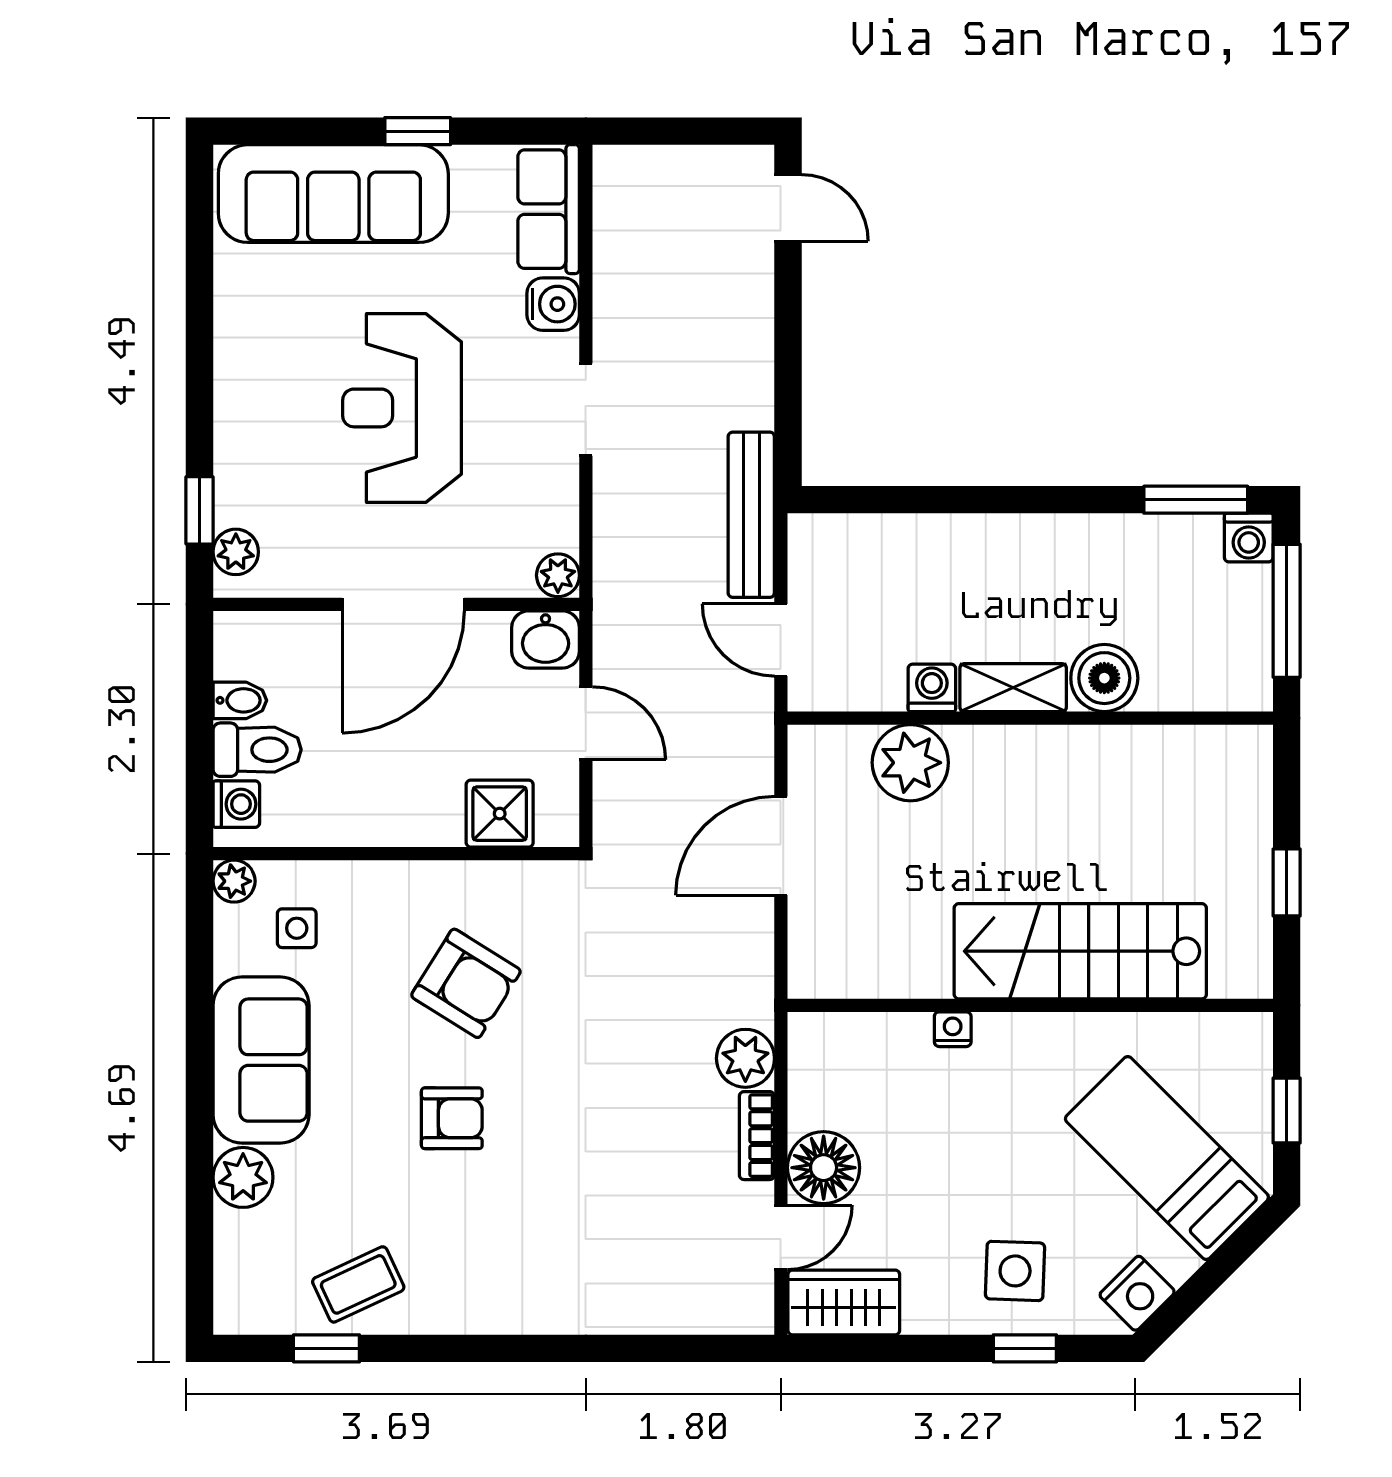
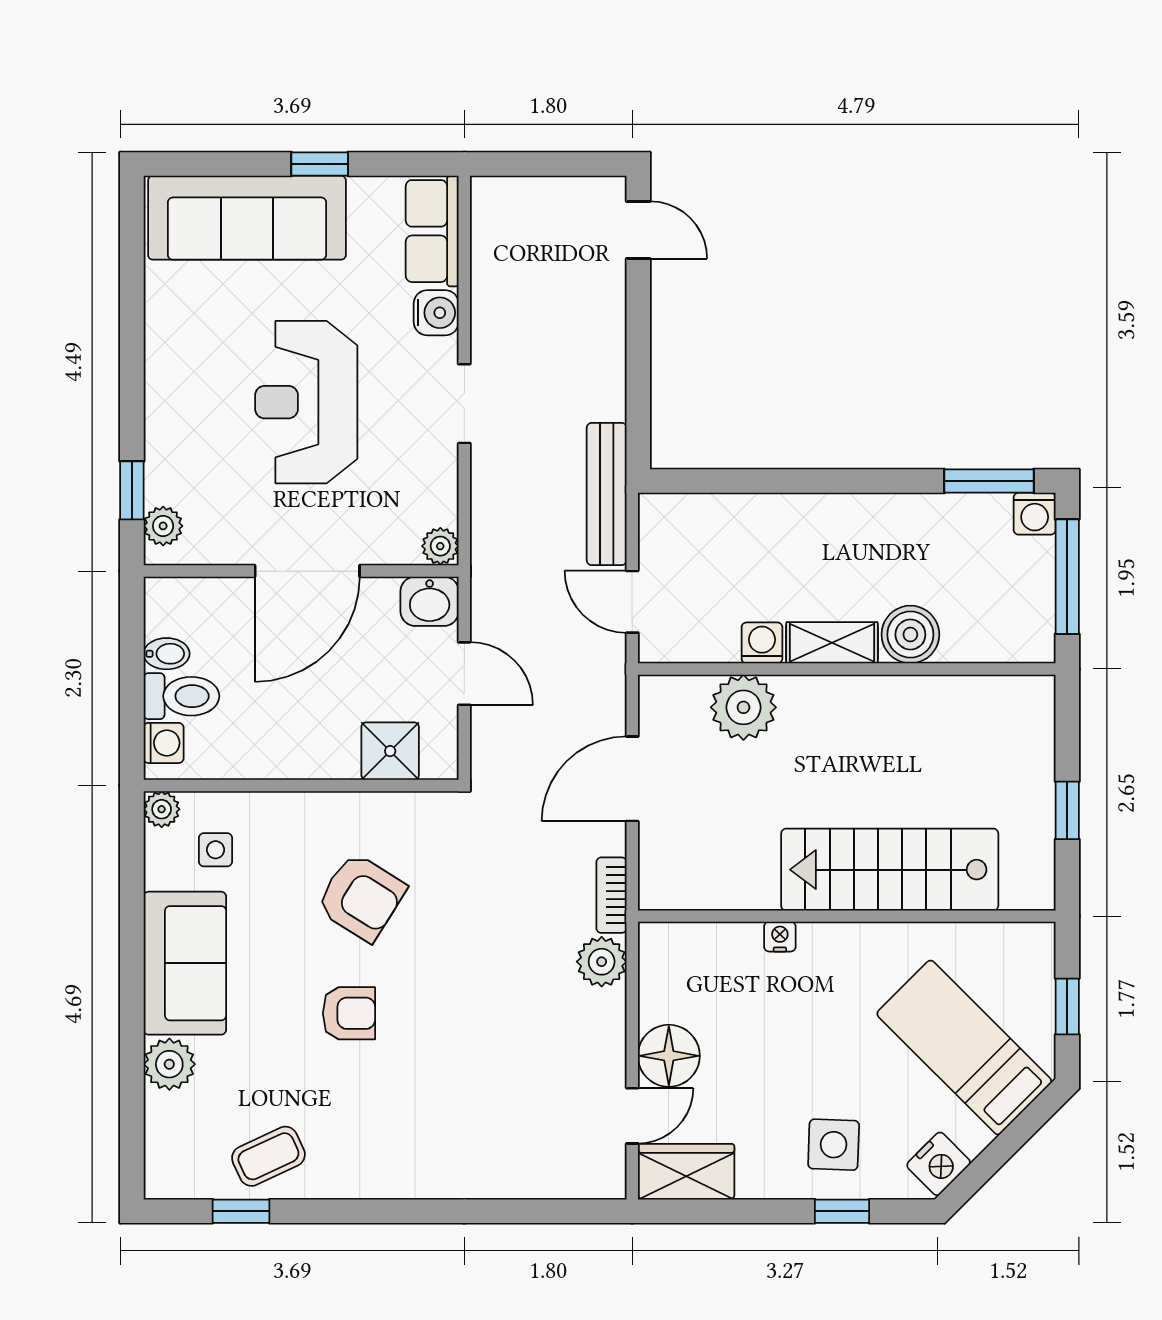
bookcase: (757, 1136) -> (611, 895), moved

